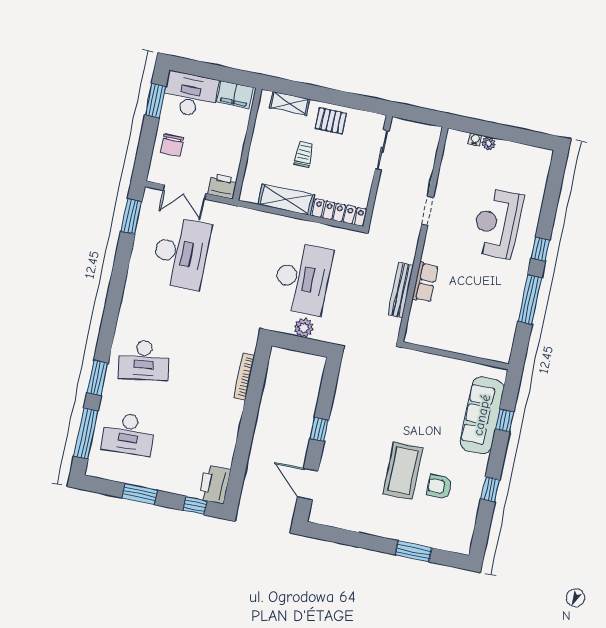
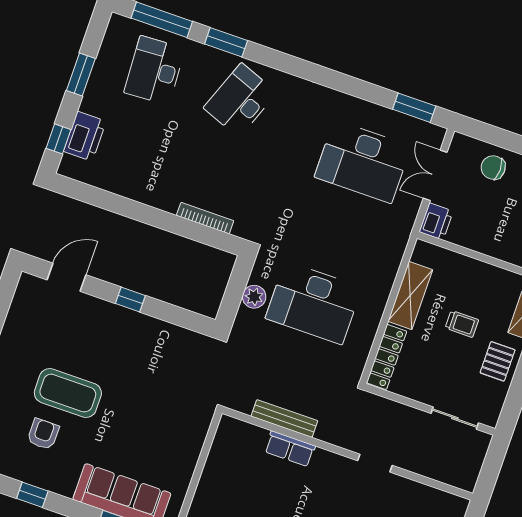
desk: (144, 360) -> (240, 100), turned 30
printer: (215, 484) -> (85, 136), moved, turned 90

